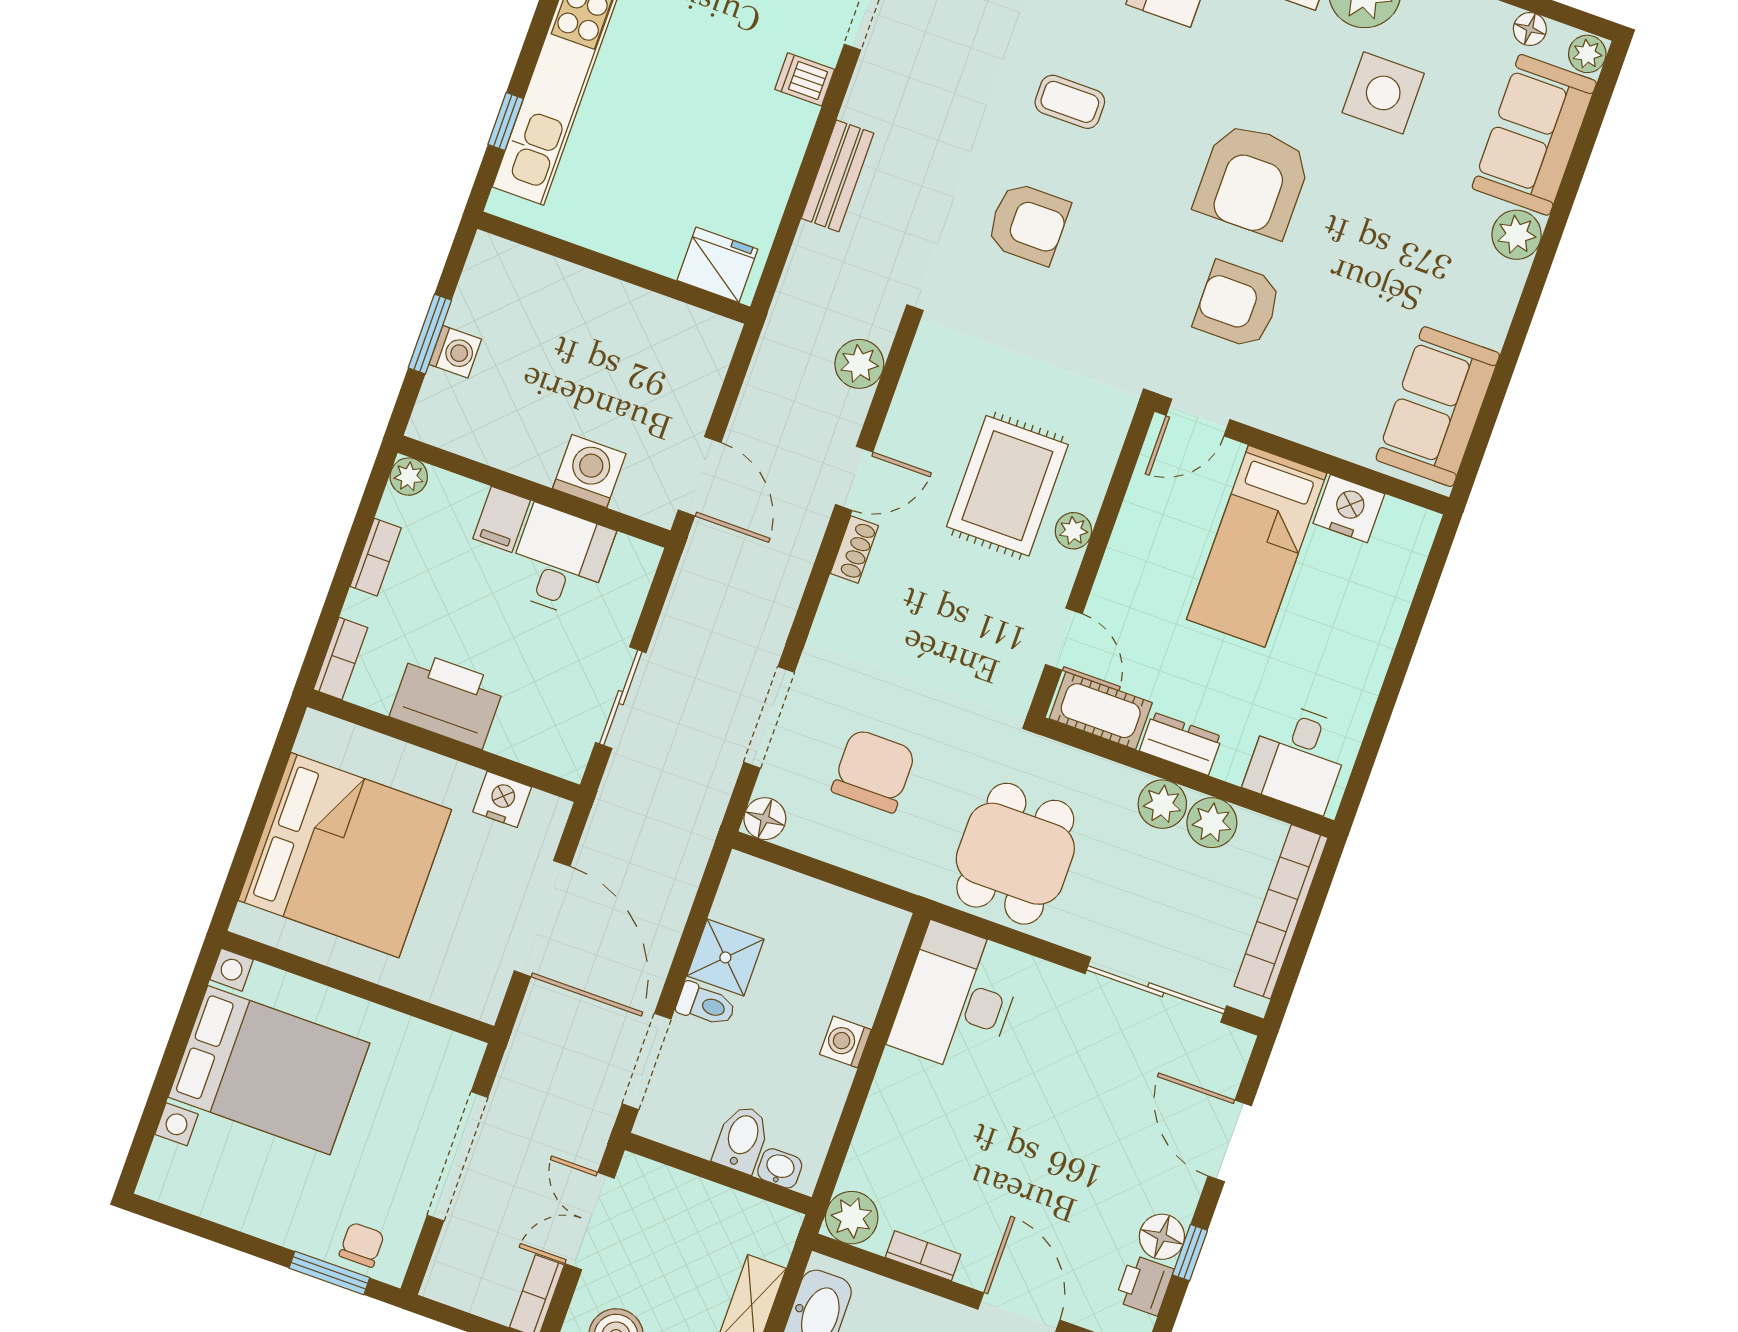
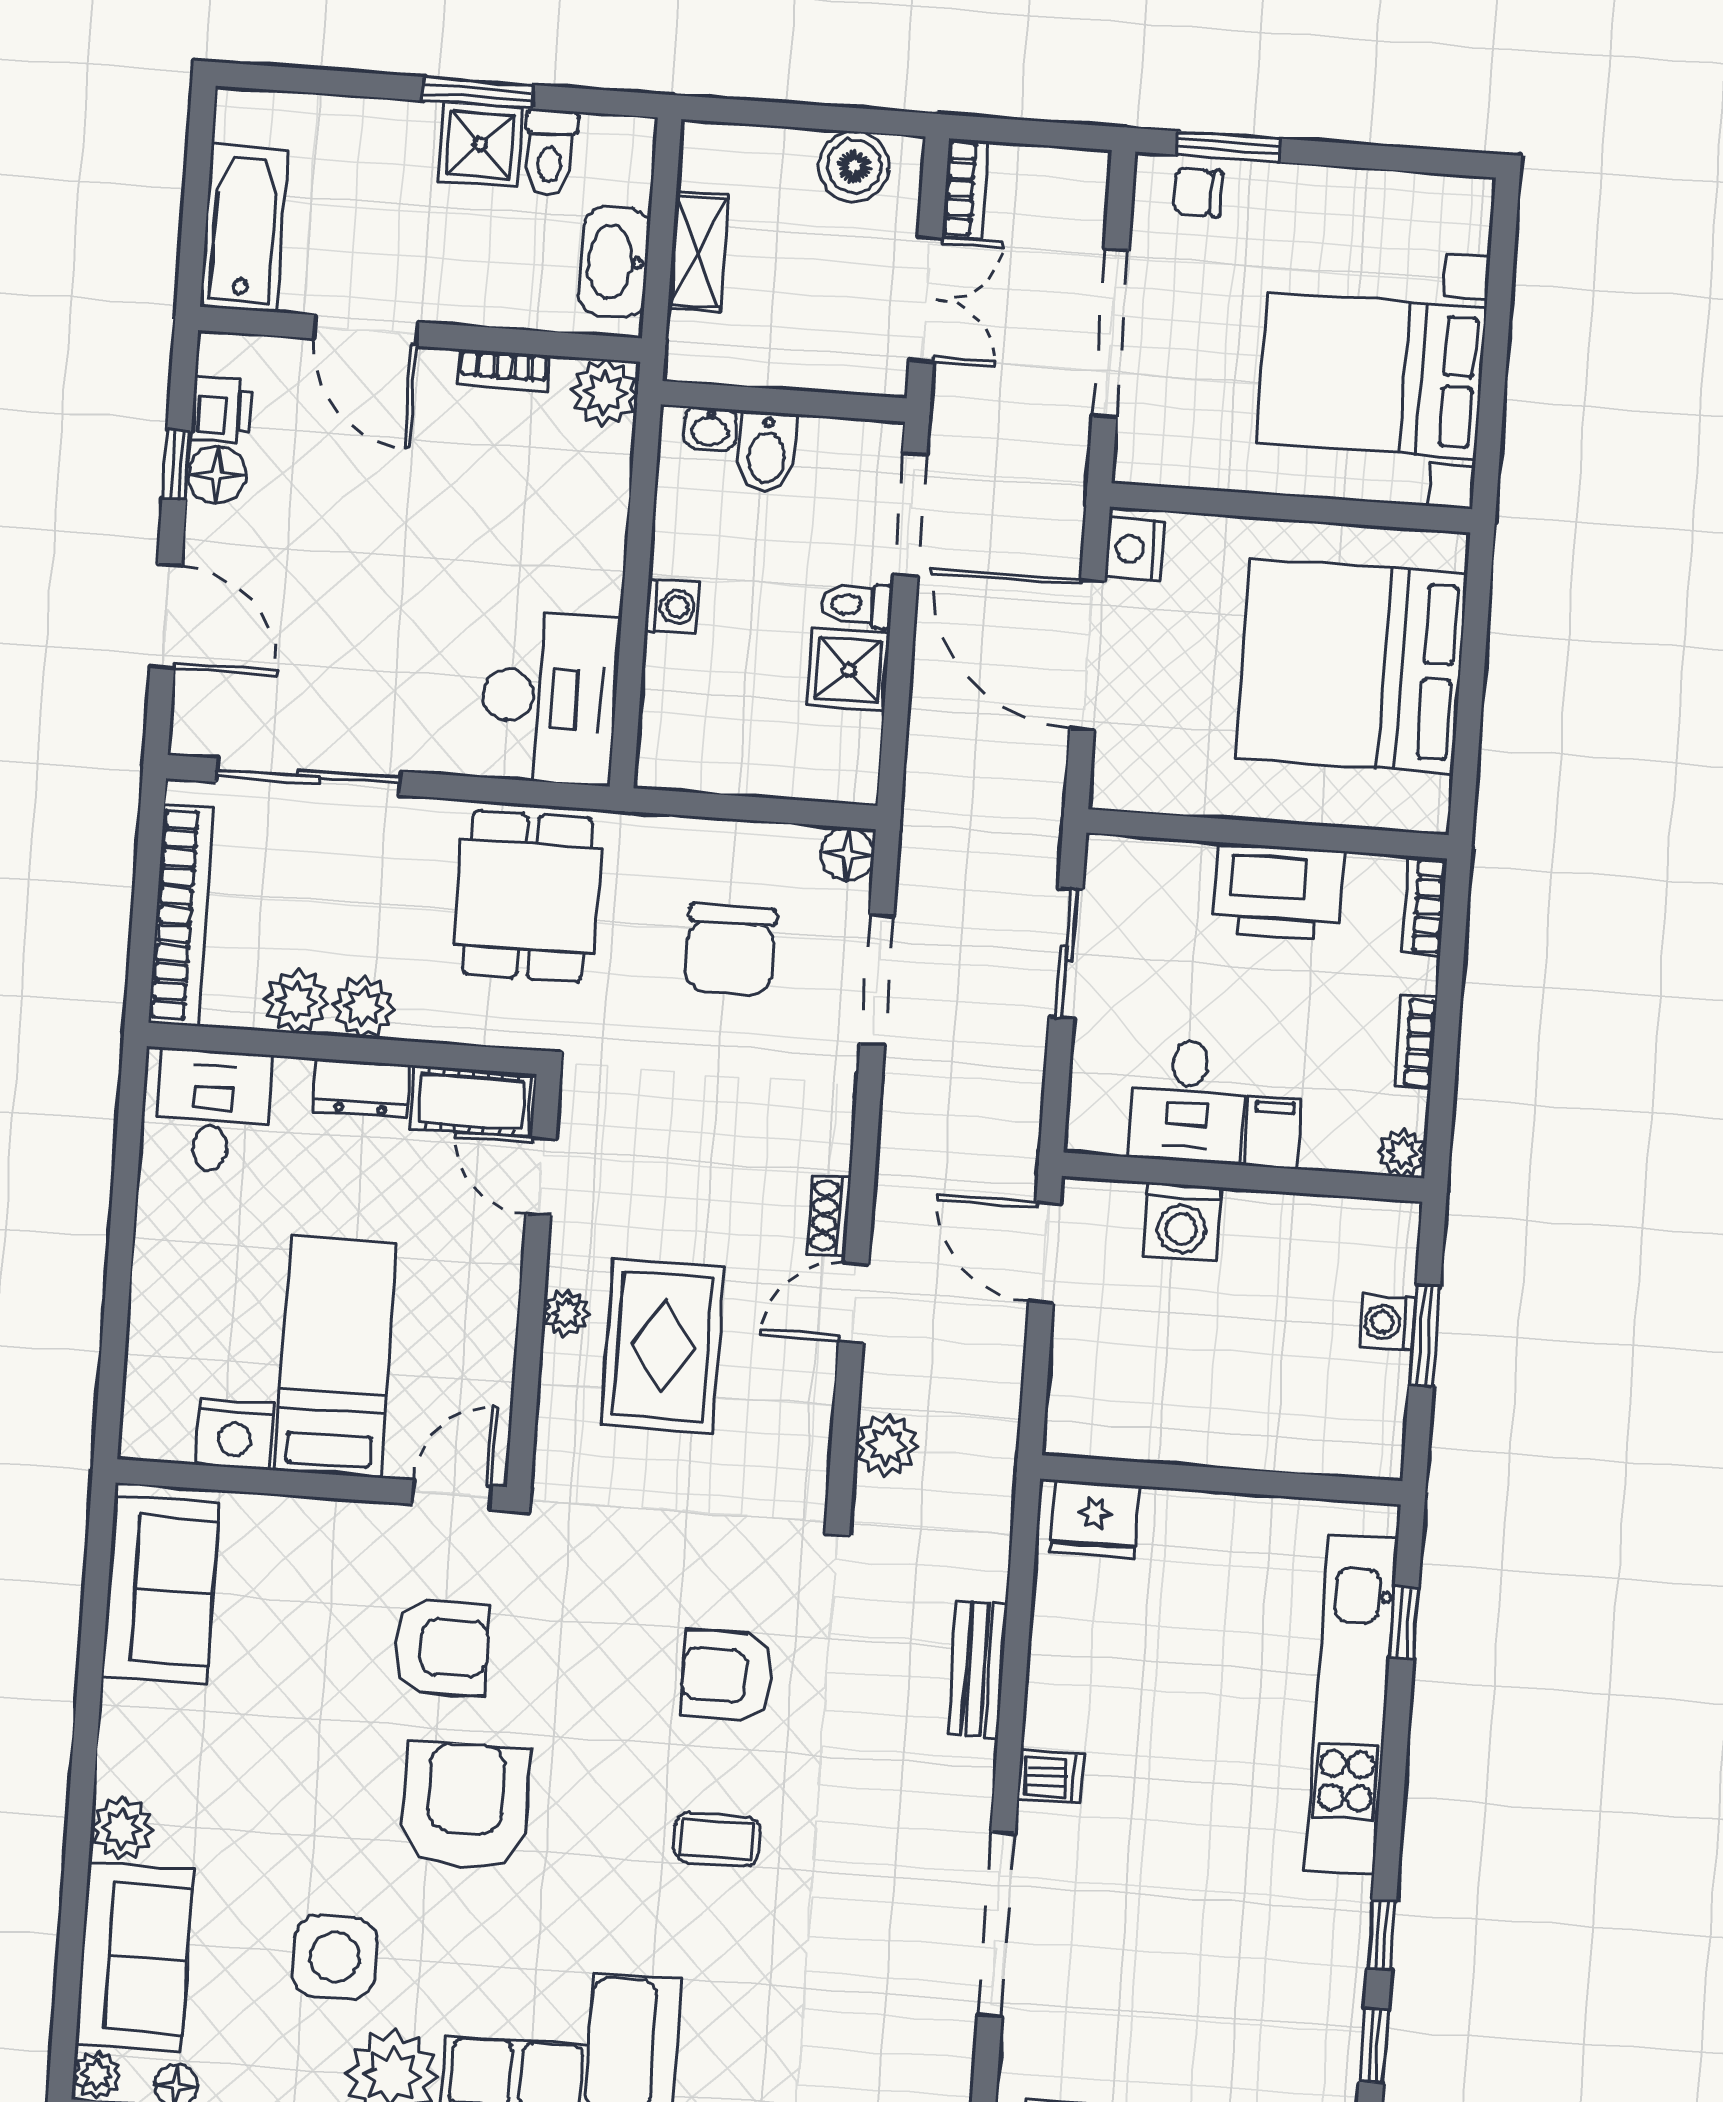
nightstand: (502, 799) -> (1134, 549), moved, turned 90
chair: (362, 1245) -> (1198, 192), turned 90

